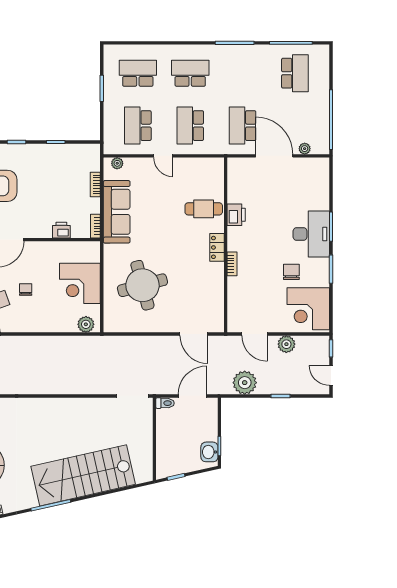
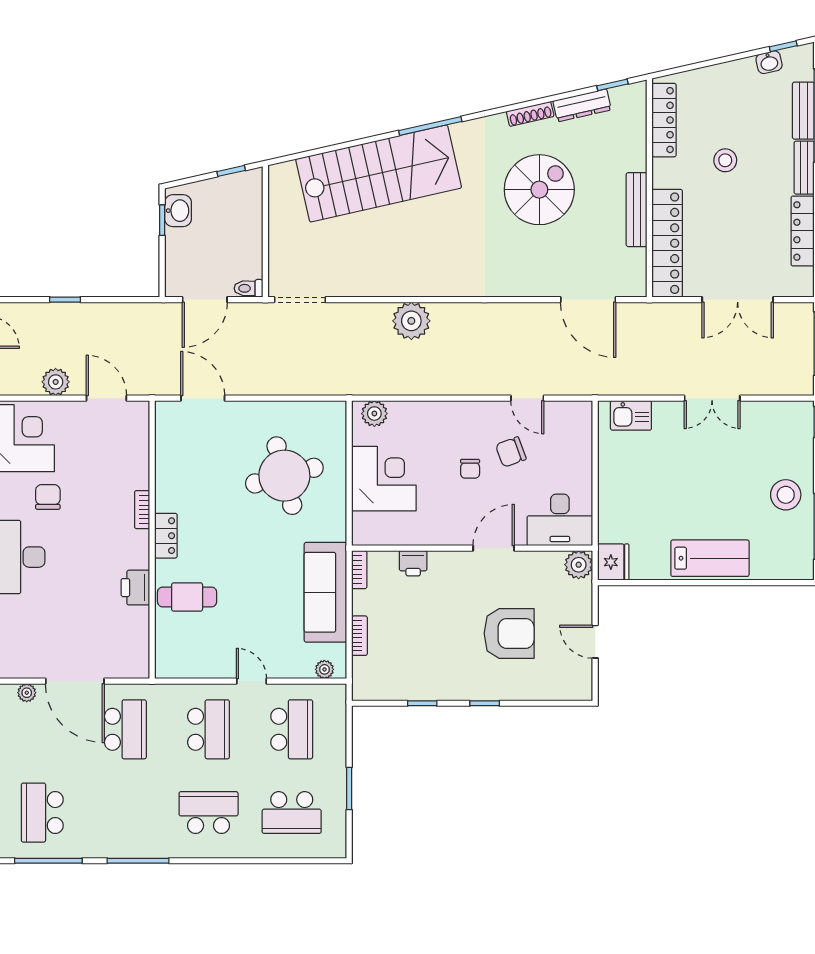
school desk: (190, 73) -> (209, 813), turned 180
chair: (291, 272) -> (48, 497), turned 180
plant: (245, 383) -> (411, 321), moved

